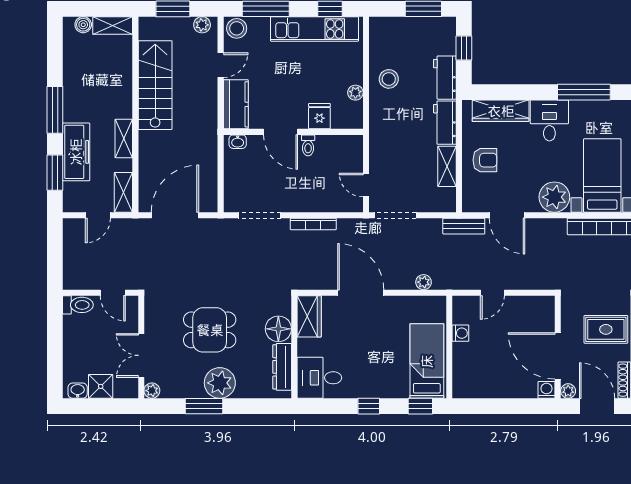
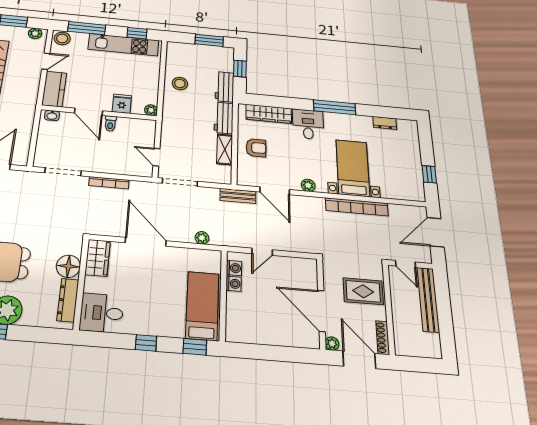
plant: (355, 93) -> (151, 110), moved
plant: (554, 197) -> (308, 185), width x0.53, depth x0.53
washing machine: (546, 390) -> (234, 268), moved, turned 90

